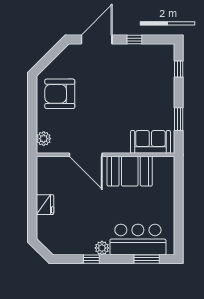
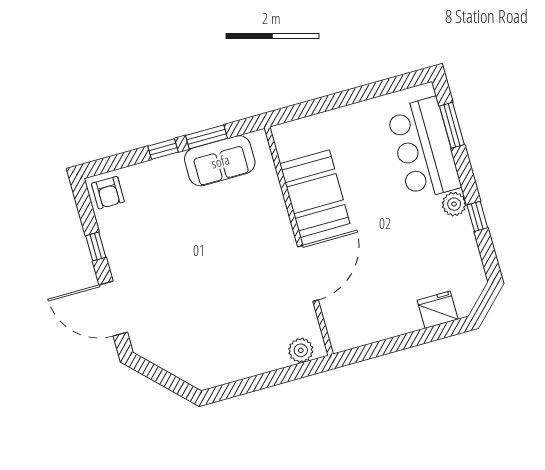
window: (179, 69) -> (163, 149), moved
armchair: (60, 94) -> (108, 193), moved, width x0.53, depth x0.53
sofa: (150, 142) -> (220, 161), moved, turned -90
fridge: (45, 205) -> (438, 310), moved

